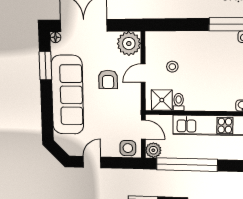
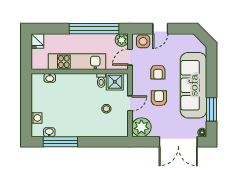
armchair: (110, 111) -> (158, 72), added
door: (143, 130) -> (130, 57), hinge flipped
door: (92, 162) -> (160, 29), moved

